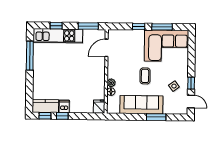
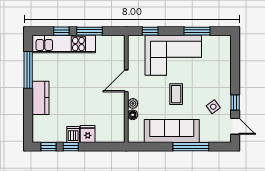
window: (88, 26) -> (89, 31), moved
window: (139, 27) -> (150, 31), moved
corner sofa: (166, 46) -> (173, 55), moved
door: (107, 48) -> (126, 81), moved
kitchen counter: (45, 106) -> (41, 98), moved, turned 90
fridge: (99, 107) -> (88, 134), moved
window: (156, 117) -> (191, 147), width x1.44

